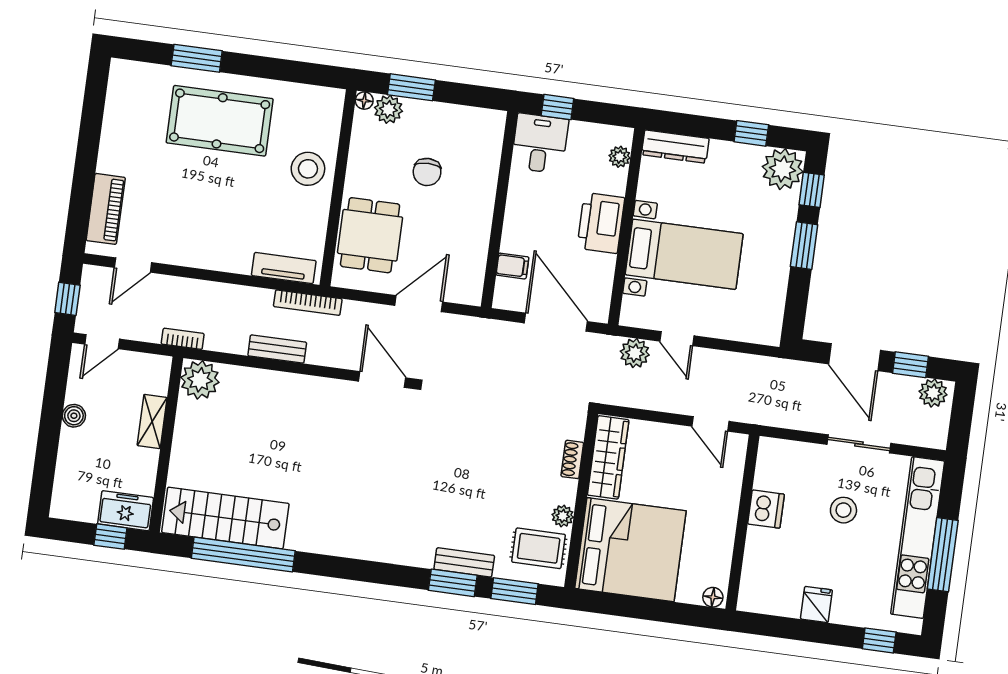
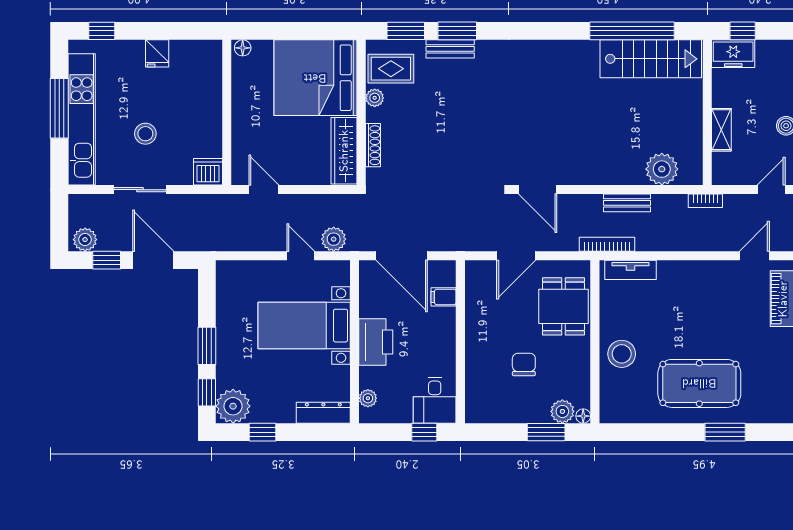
plant: (200, 380) -> (662, 169), moved
shoe rack: (572, 459) -> (373, 145), width x1.43
dishwasher: (766, 509) -> (208, 172), moved, turned 90

